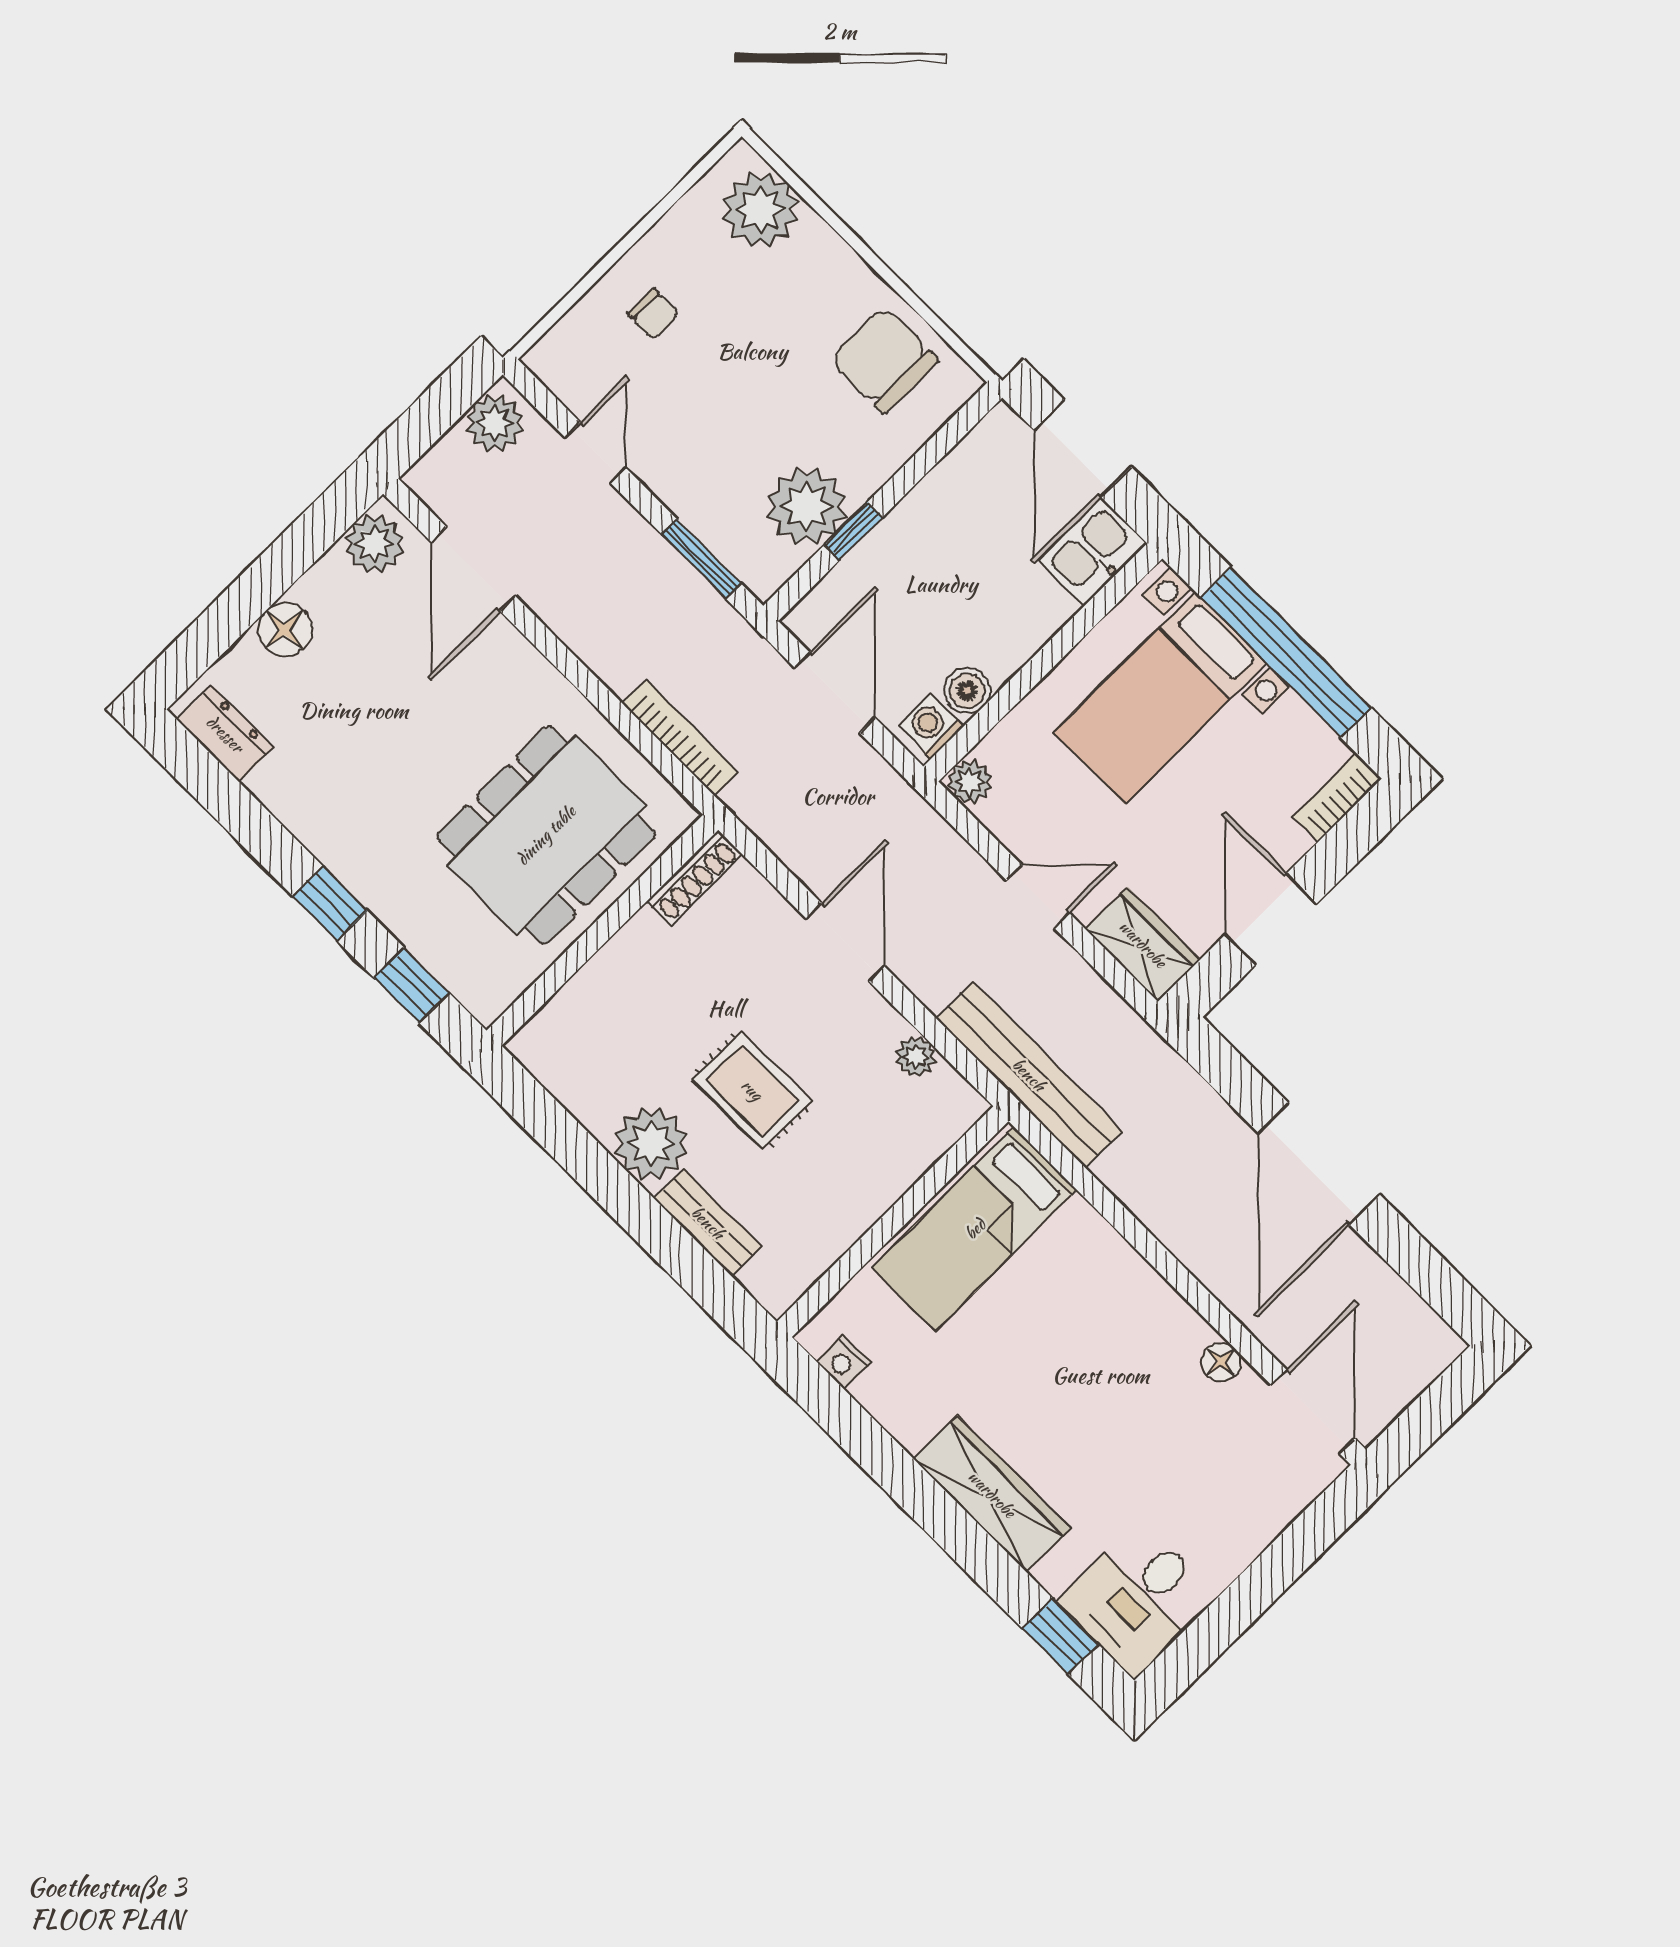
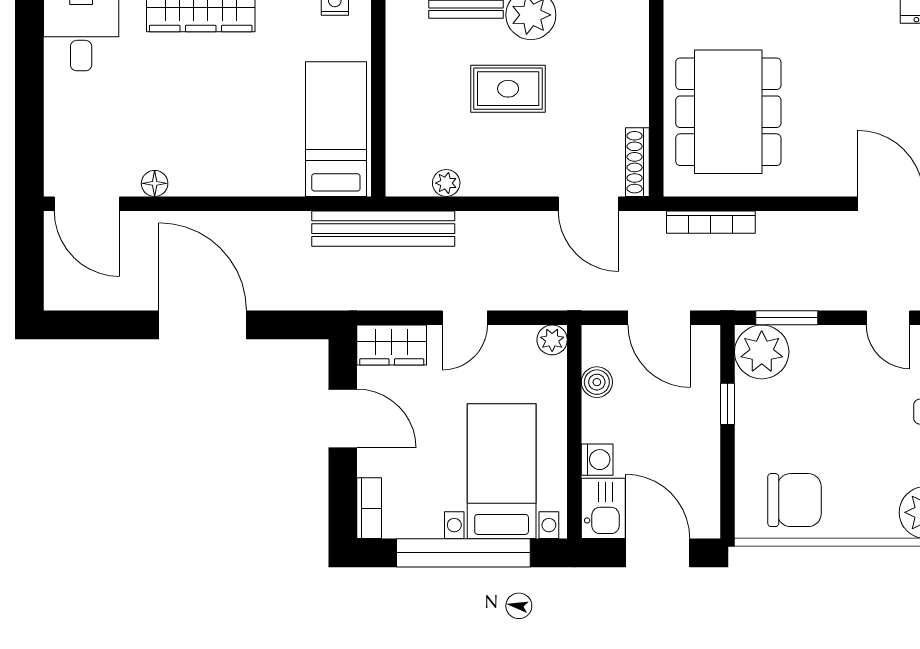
plant: (807, 506) -> (762, 352), moved
washing machine: (931, 726) -> (597, 460), moved
door: (845, 942) -> (588, 204), moved

